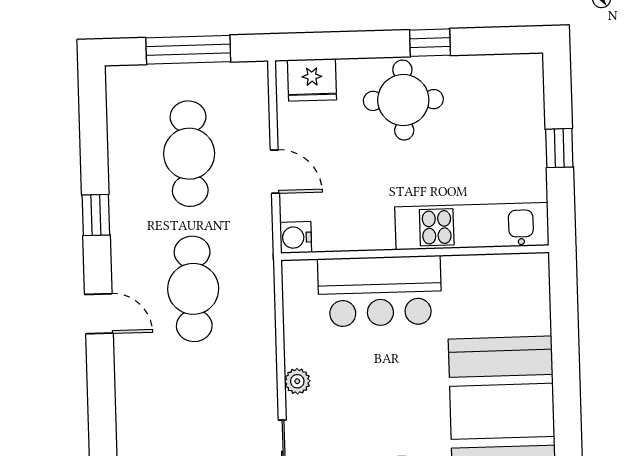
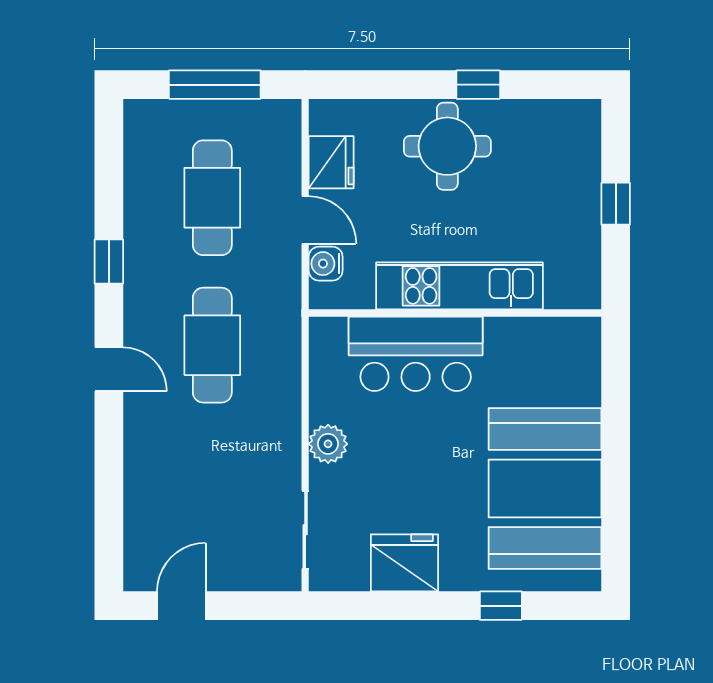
fridge: (312, 80) -> (331, 162), moved, turned -90
kitchen unit: (472, 226) -> (459, 286), moved
water cooler: (296, 237) -> (326, 264), moved
plant: (297, 381) -> (328, 444), width x1.38, depth x1.38

